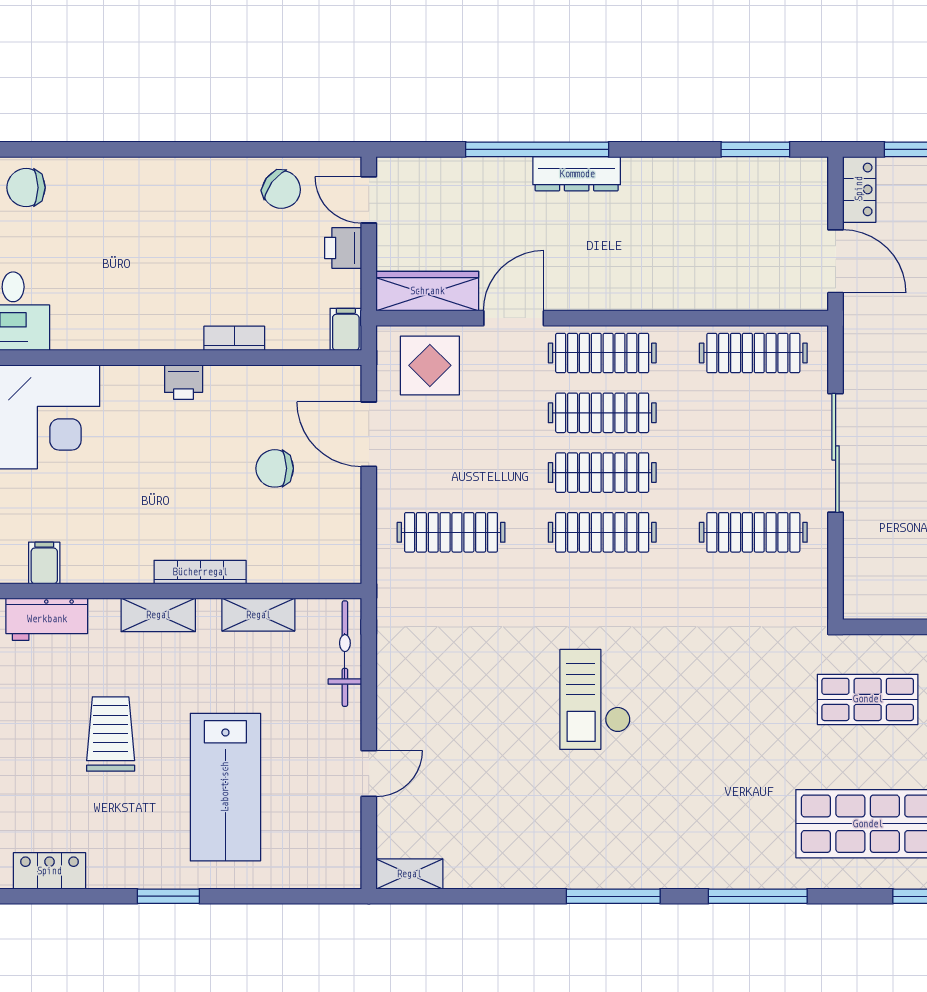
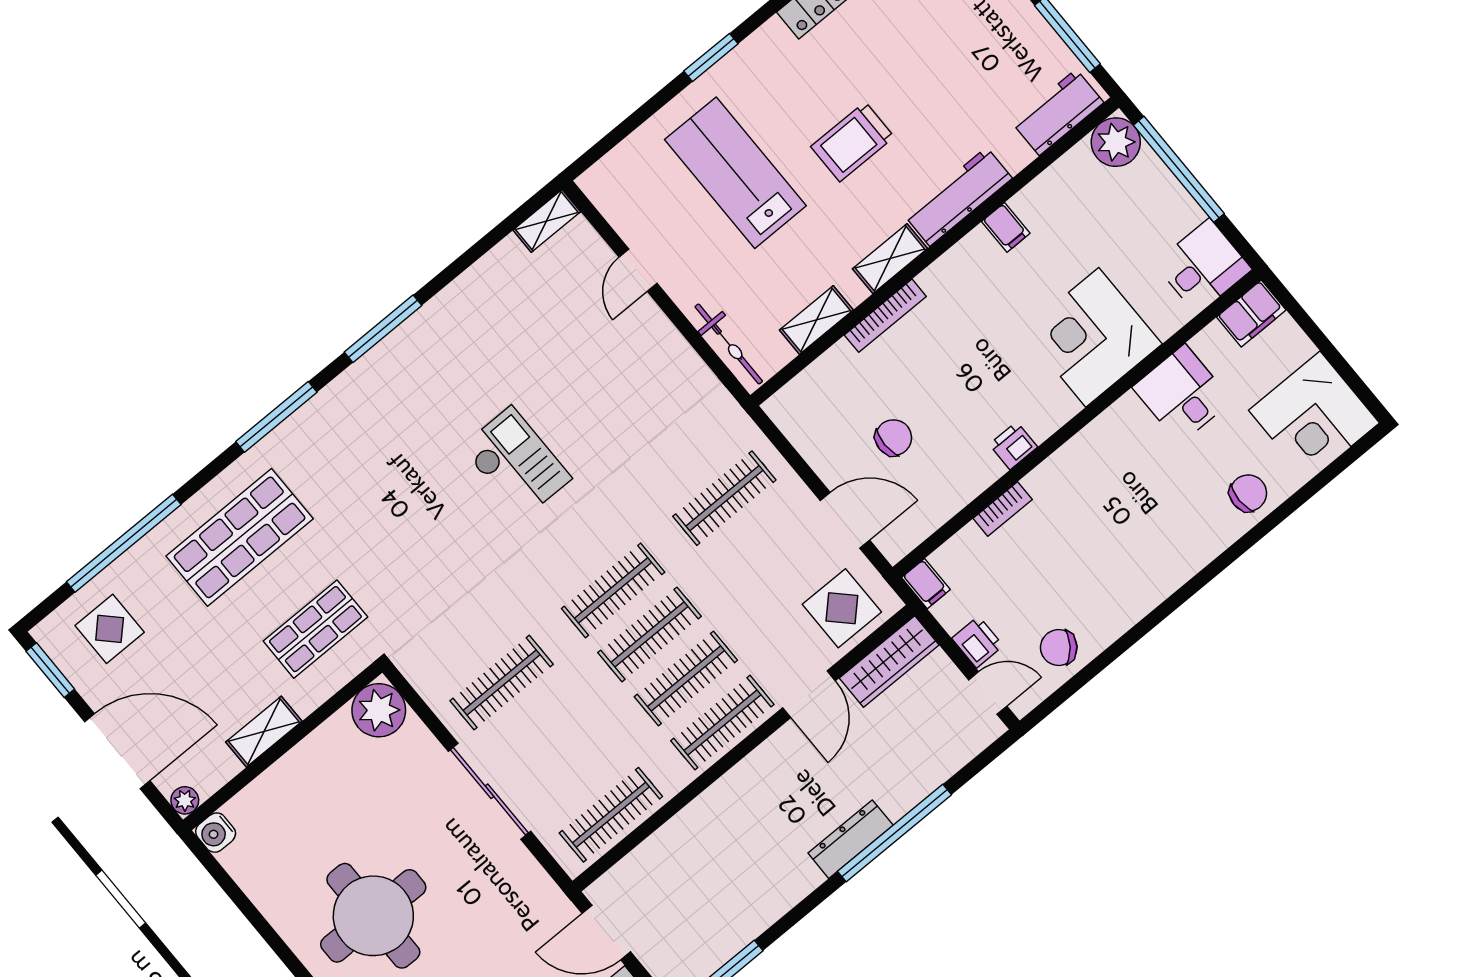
plant: (871, 592) -> (379, 710), added
workbench: (47, 619) -> (958, 197), width x1.38
trolley: (111, 734) -> (852, 142), turned 90

